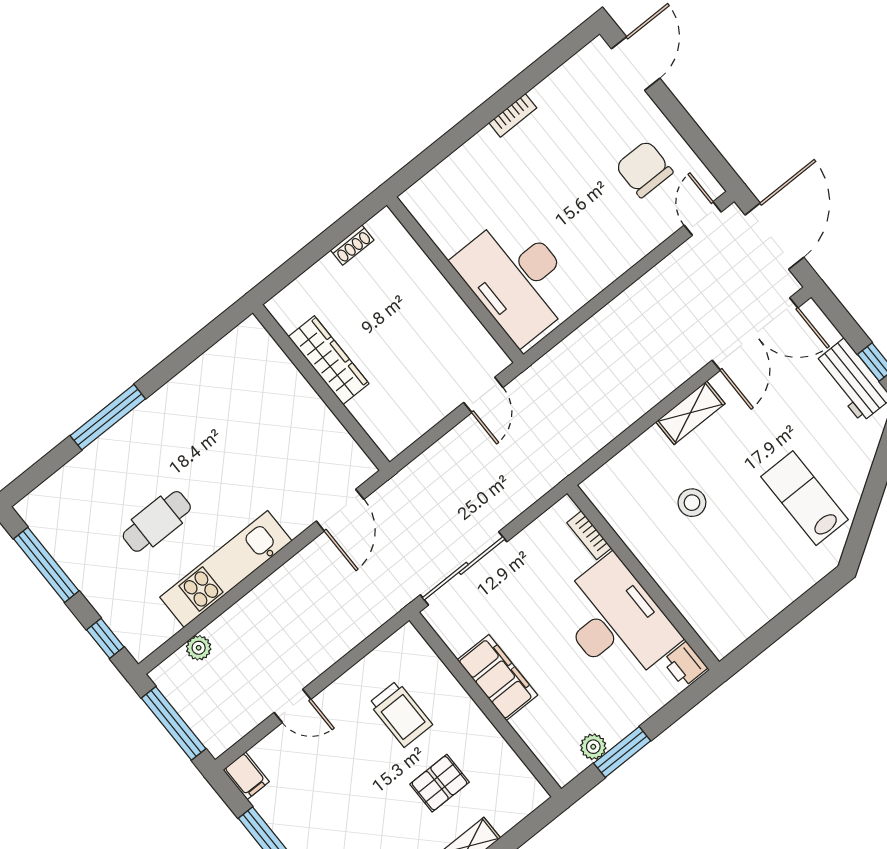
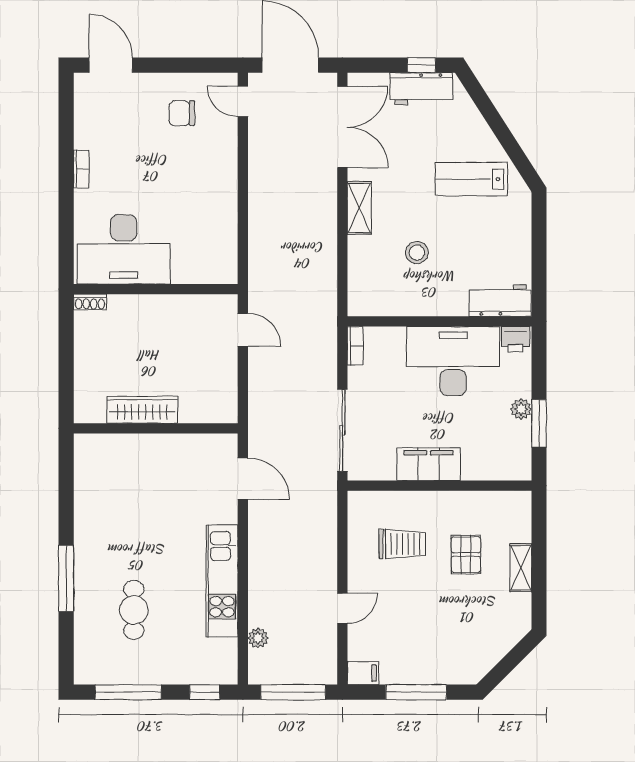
chair: (644, 169) -> (182, 113), width x0.73, depth x0.73
shoe rack: (352, 245) -> (90, 302), moved, turned 90
desk: (517, 279) -> (124, 249), moved
cafe table: (157, 521) -> (134, 610), moved
bookcase: (589, 535) -> (355, 346), moved, turned -90
workbench: (710, 620) -> (500, 300), added
plant: (593, 747) -> (521, 409), moved

